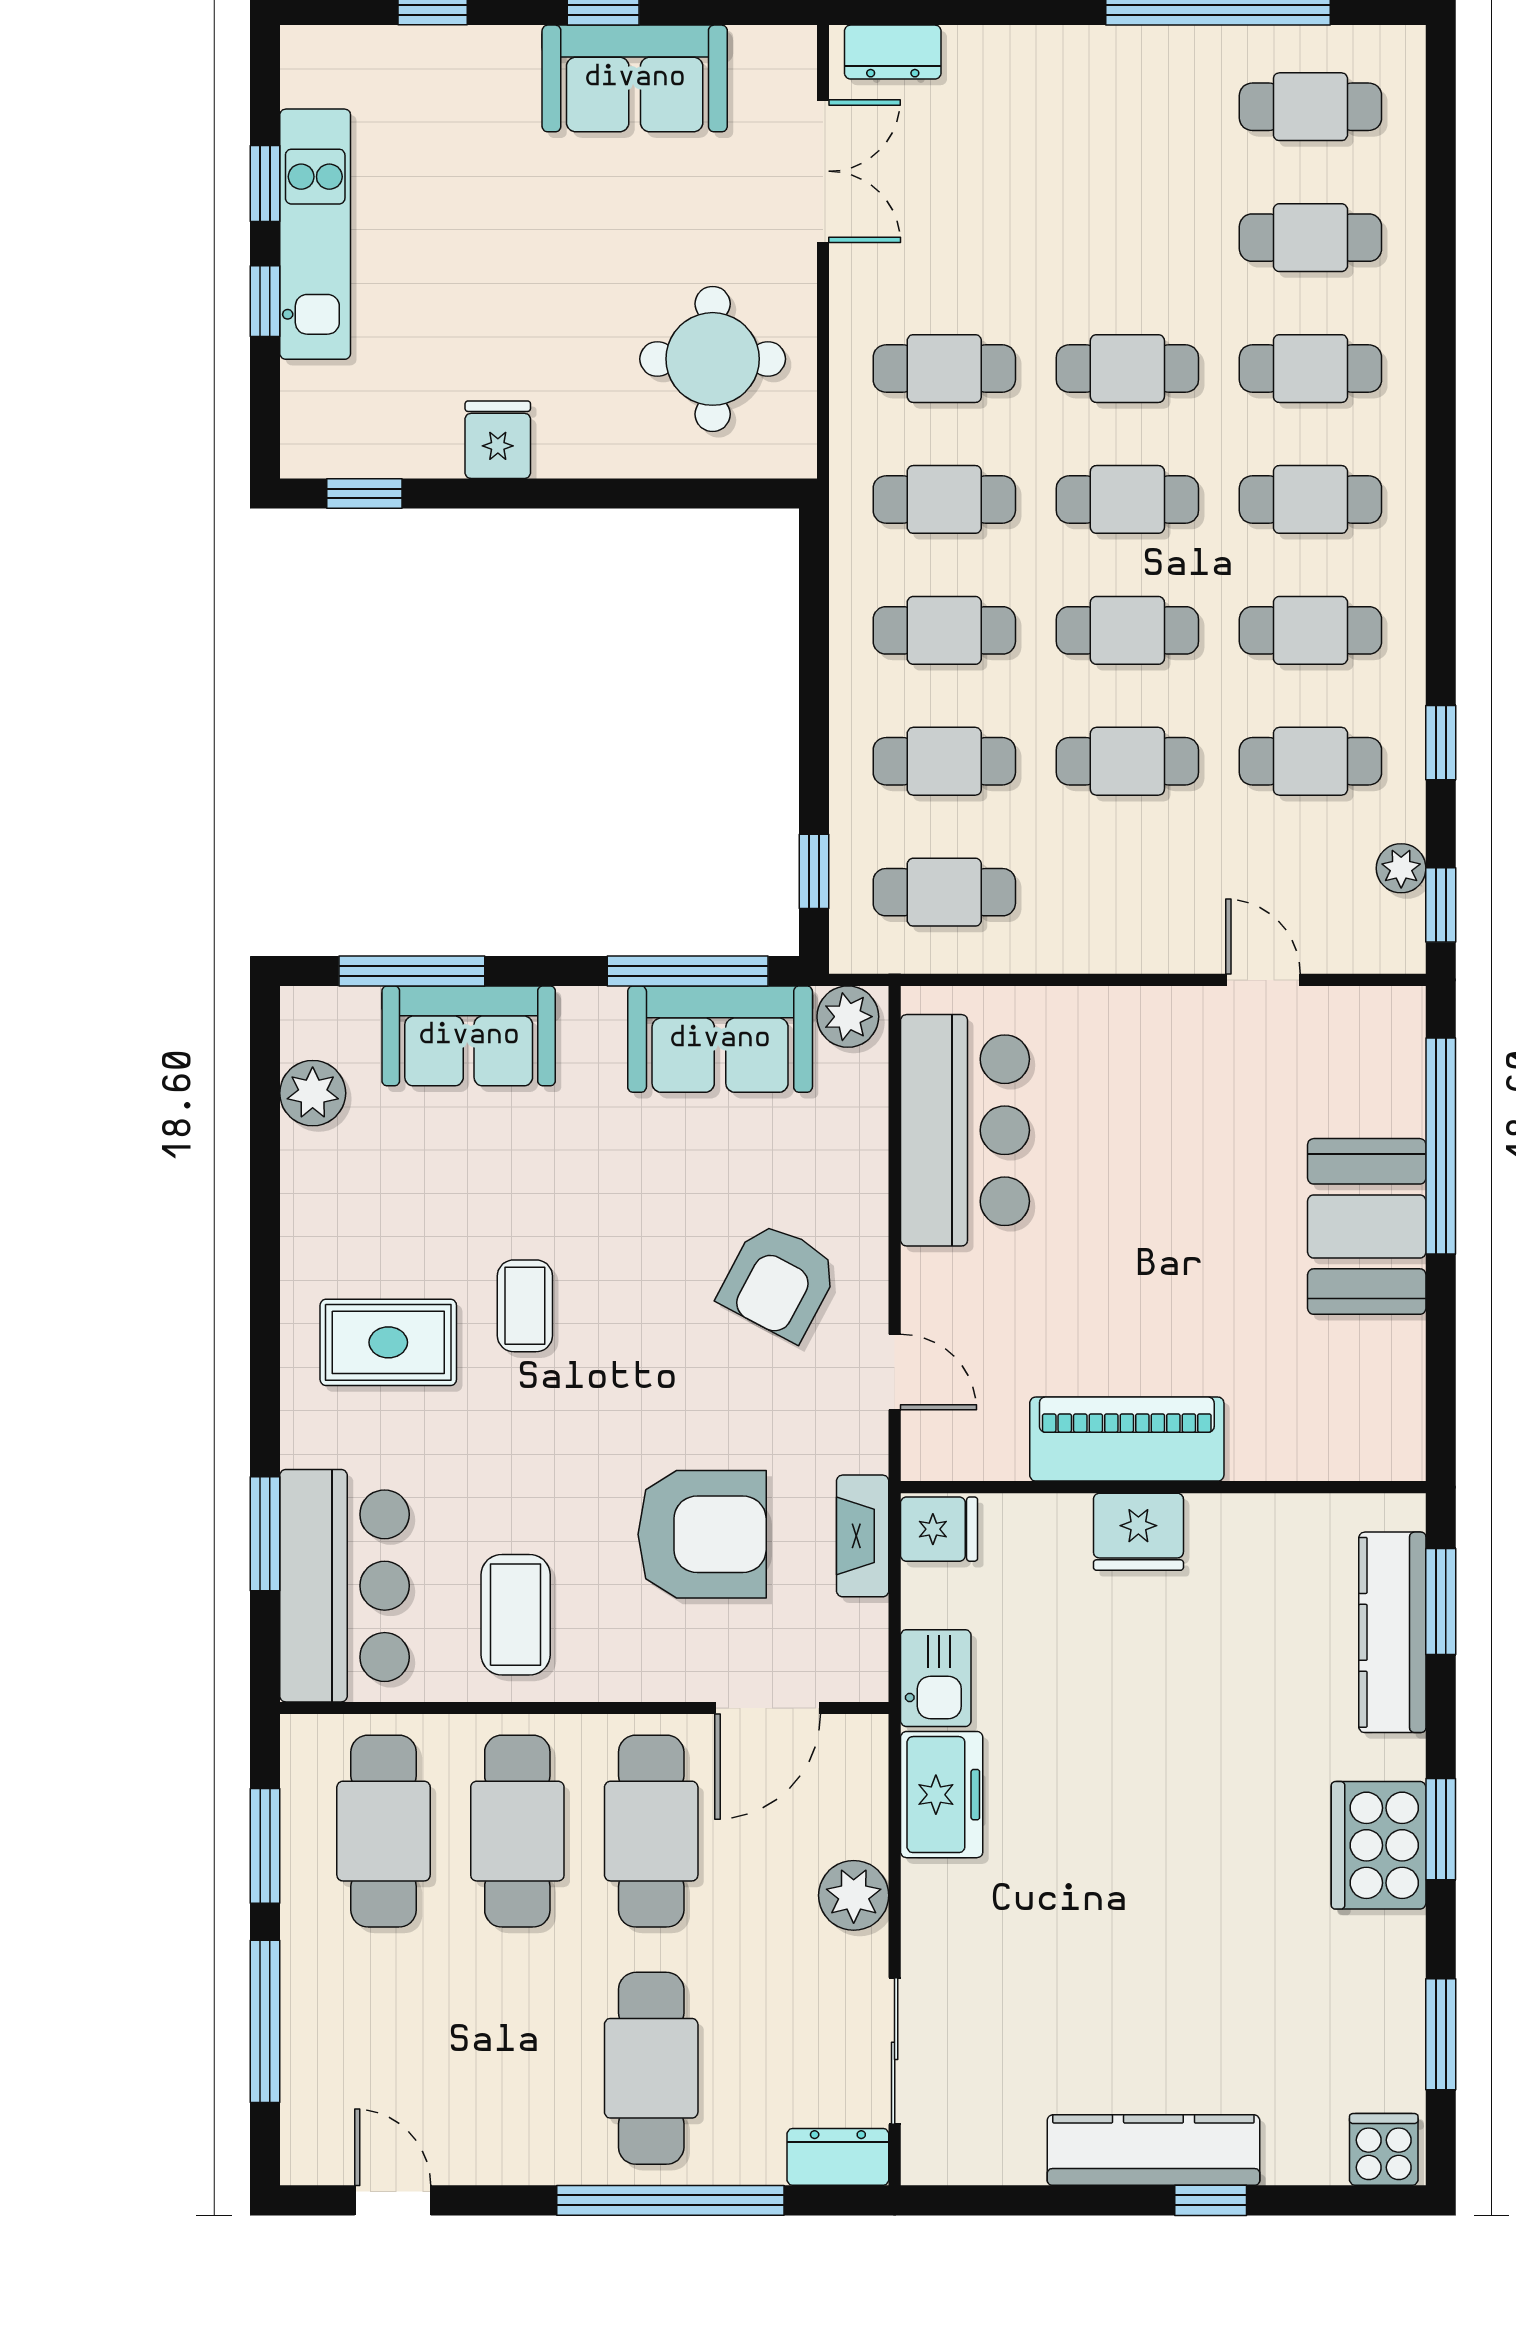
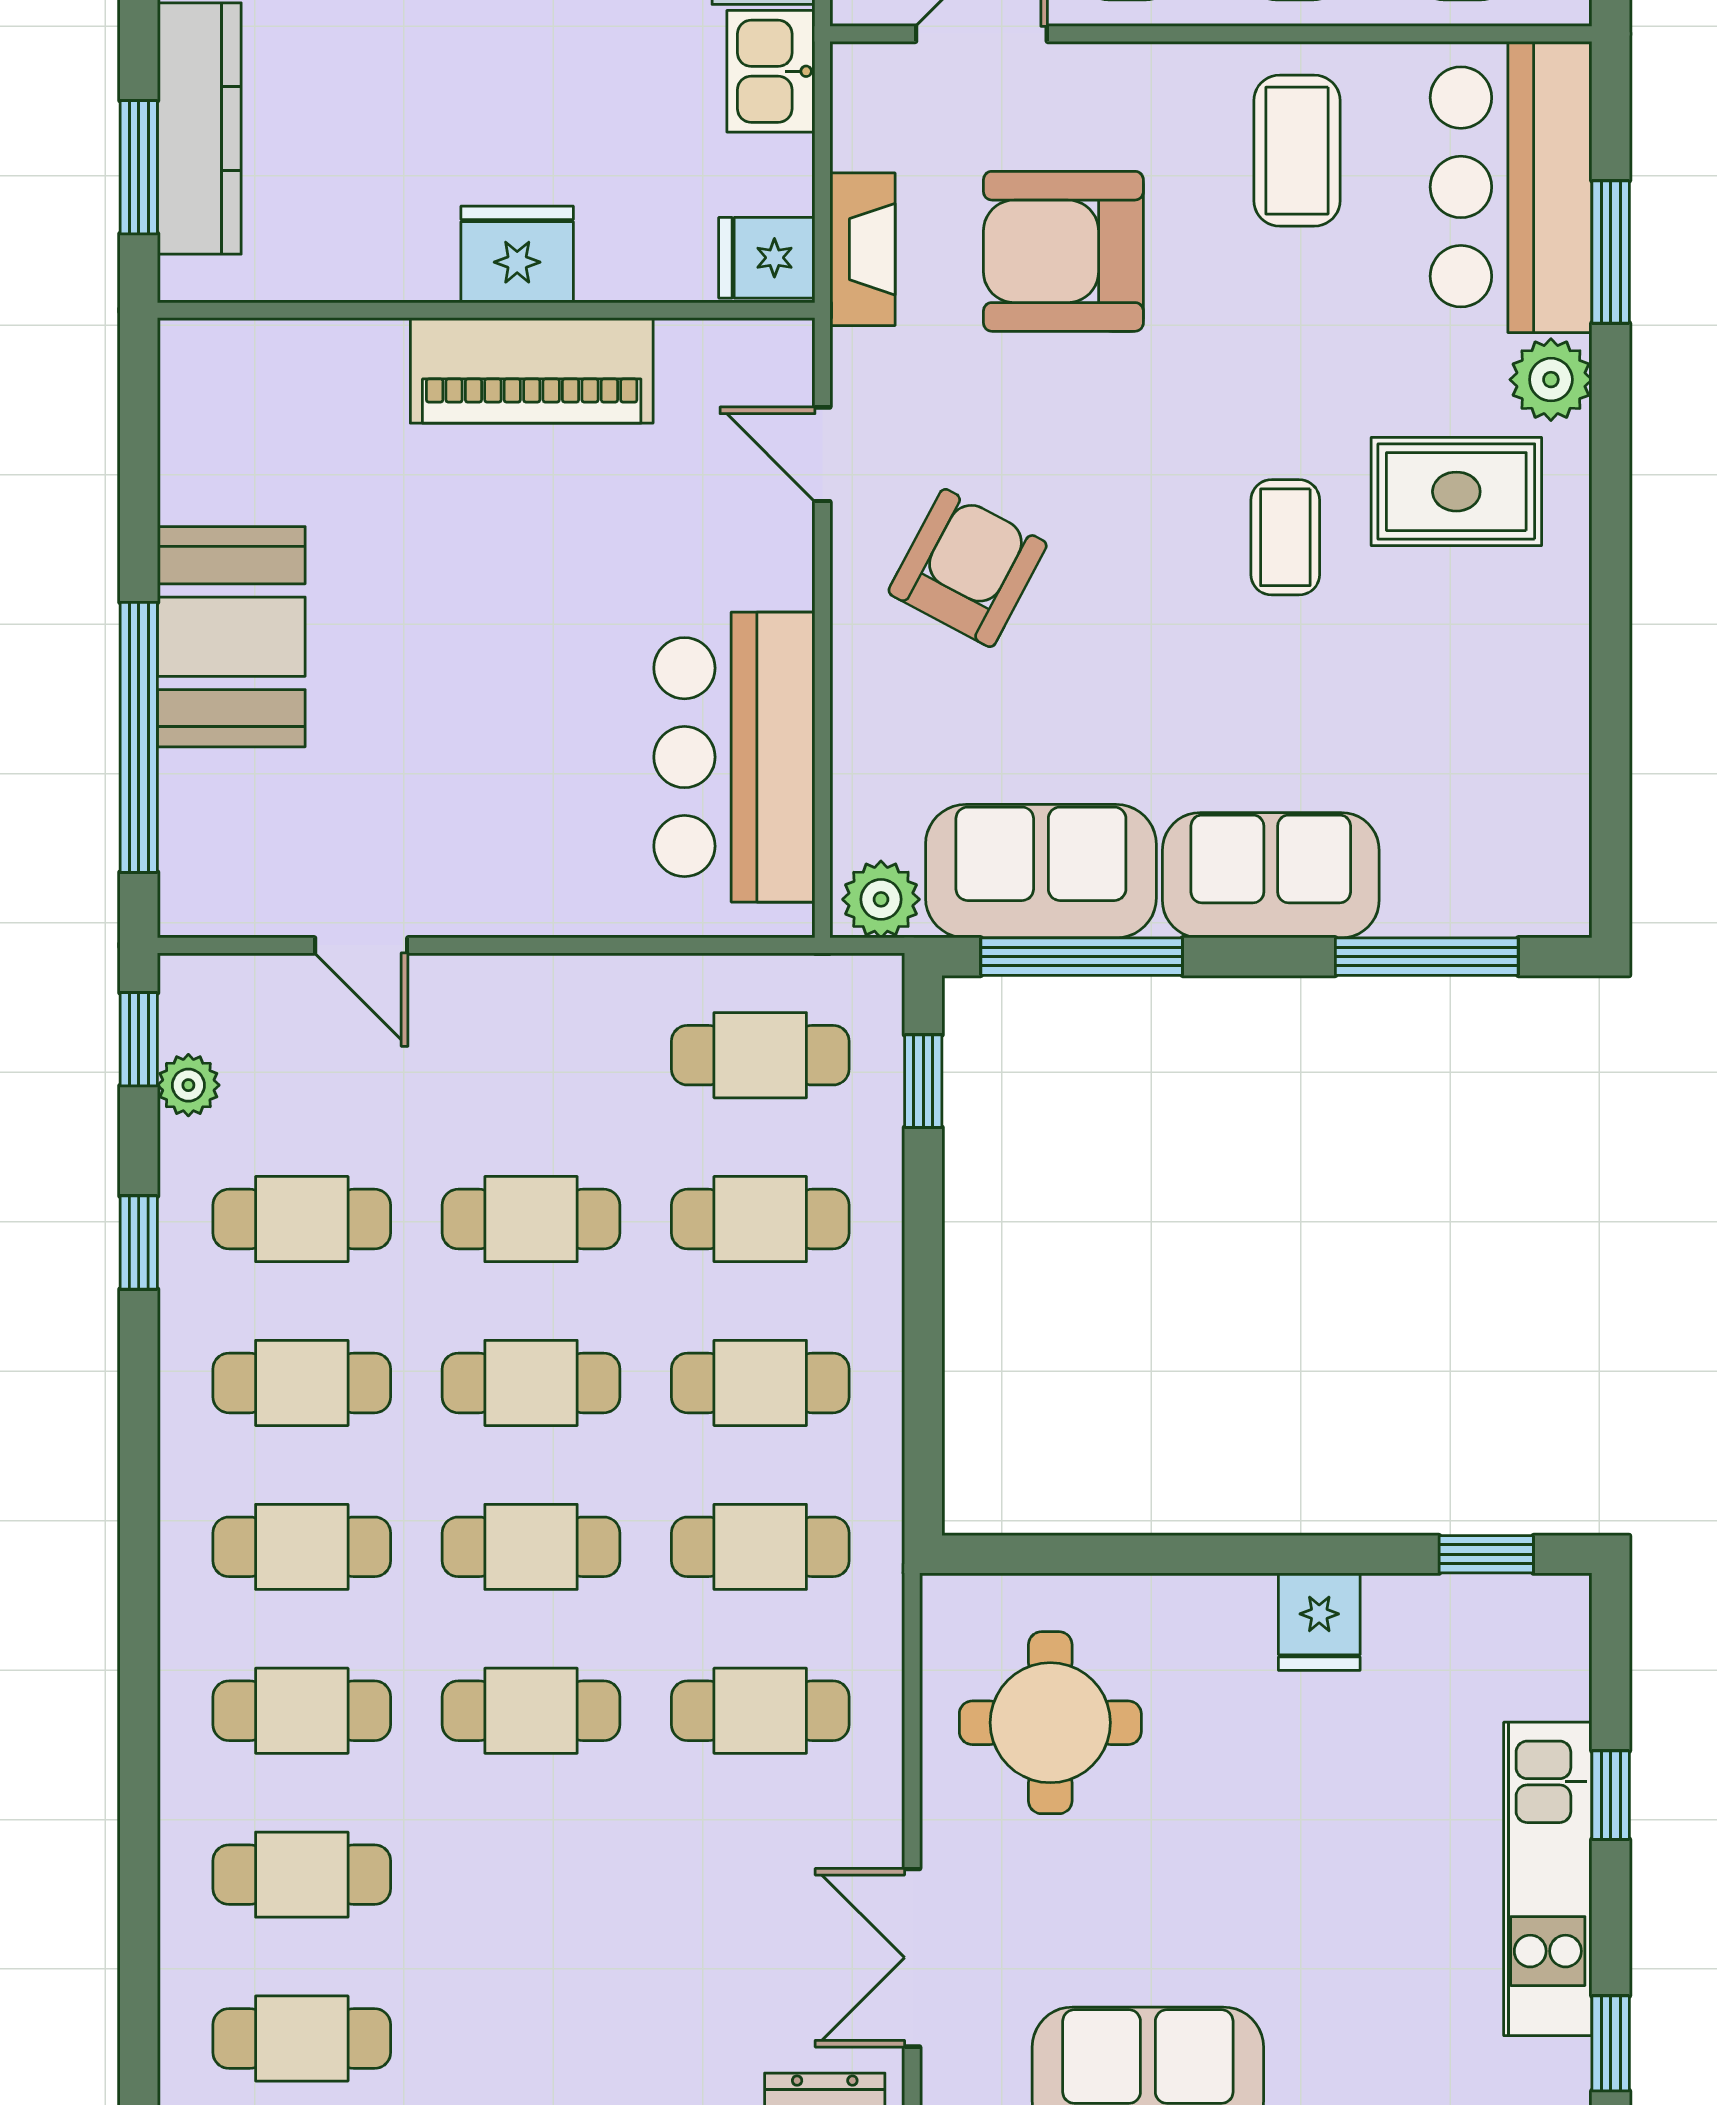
window: (265, 184) -> (1611, 2043), moved
sofa: (469, 1036) -> (1271, 875), moved
plant: (313, 1093) -> (1551, 380), moved

